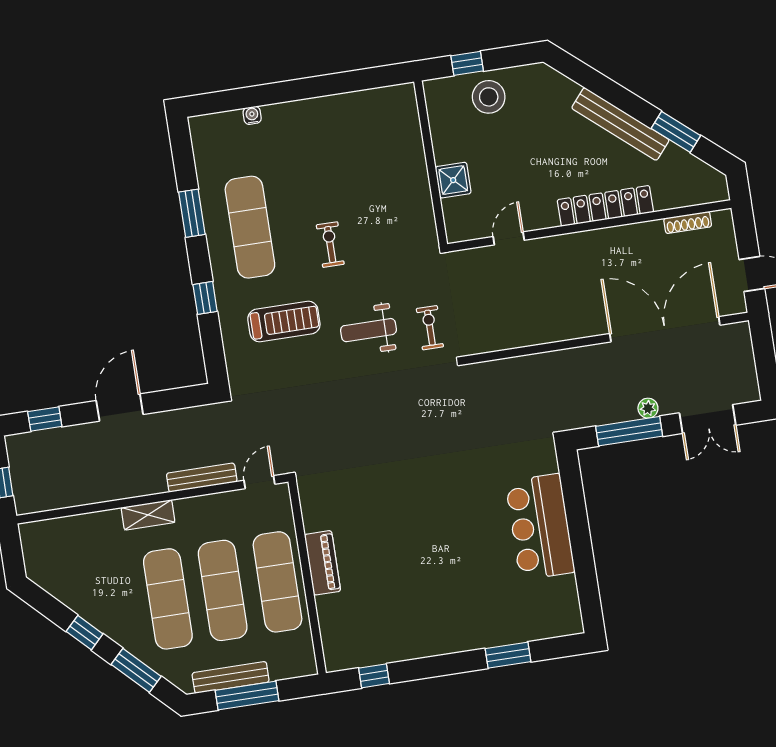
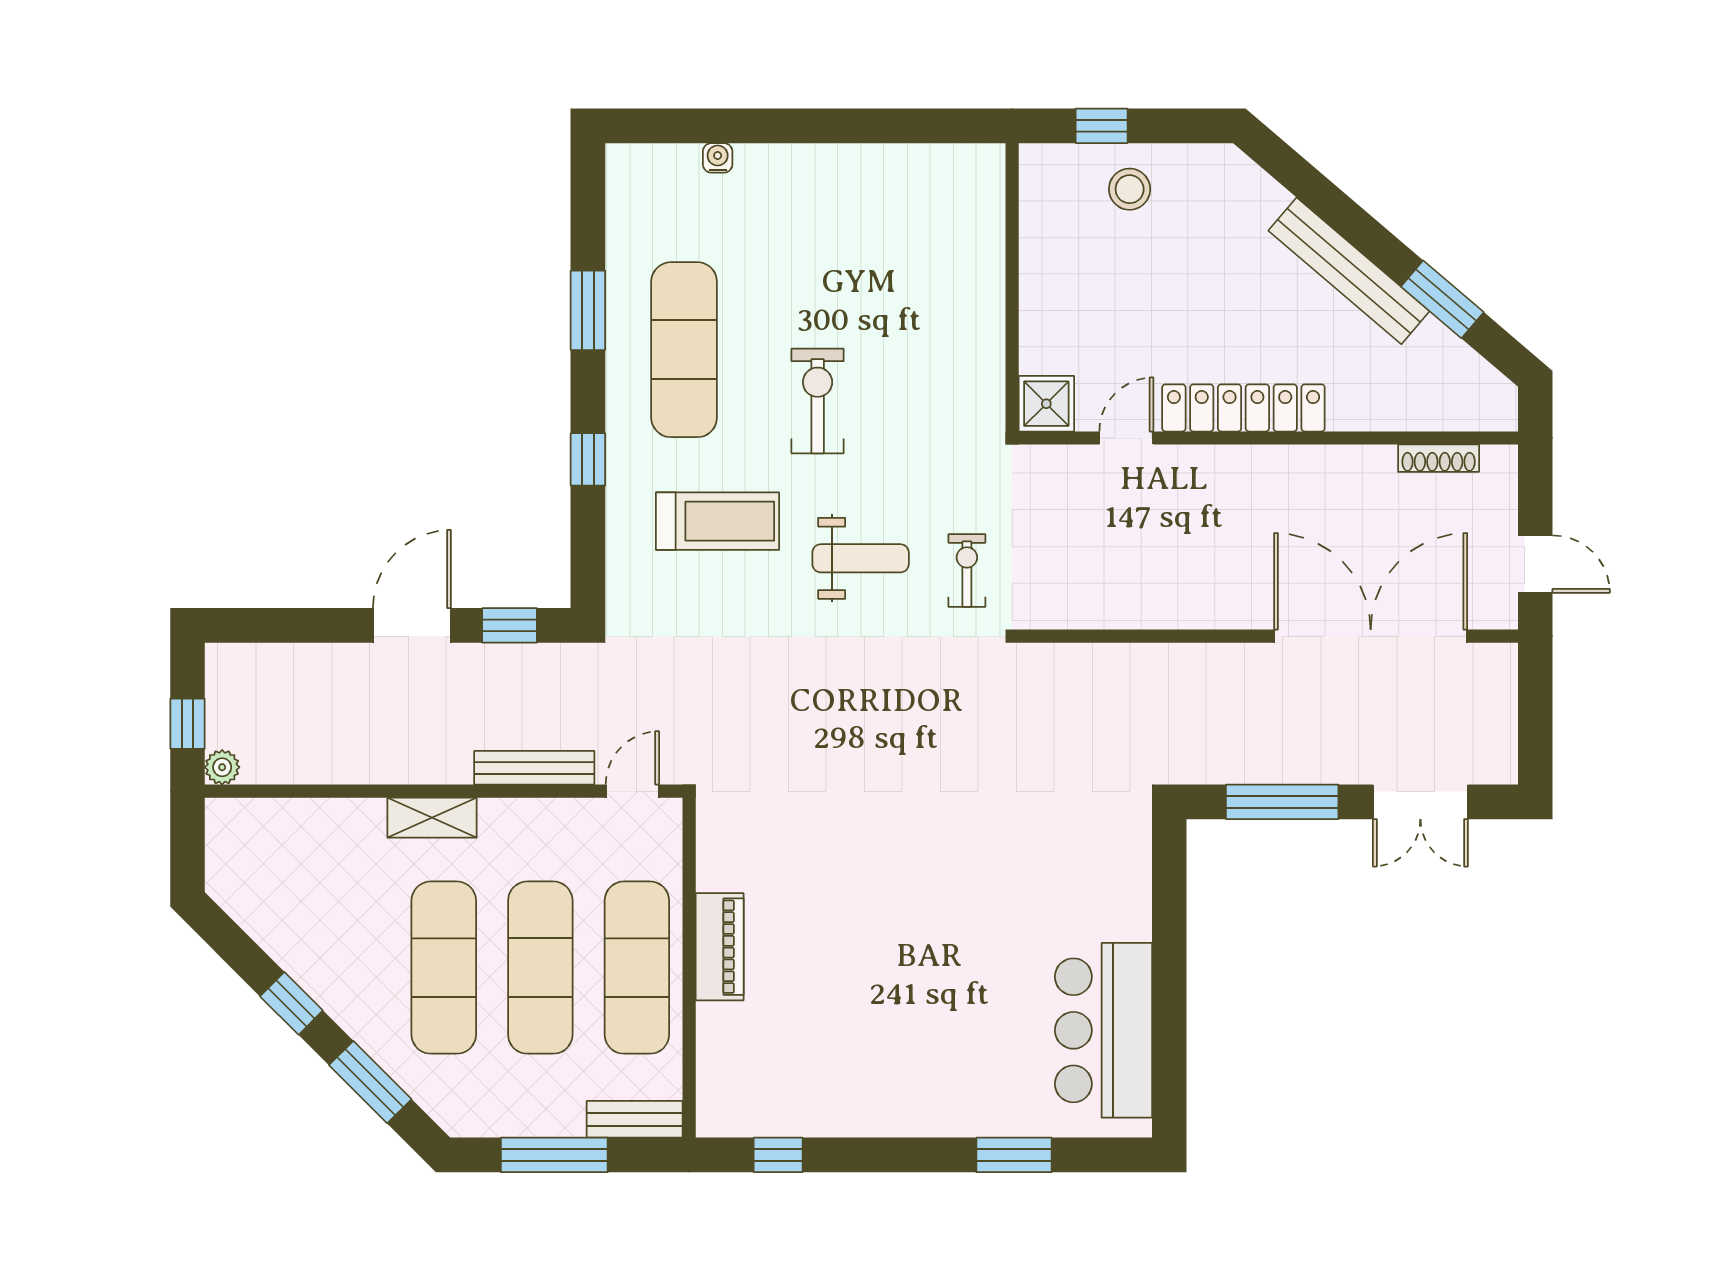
stool: (489, 97) -> (1130, 189), width x0.73, depth x0.73
shower: (453, 180) -> (1046, 404), moved
locker: (605, 206) -> (1243, 408), moved
exercise bike: (330, 245) -> (818, 401), width x1.38, depth x1.39
weight bench: (368, 330) -> (861, 558), turned 180
plant: (648, 408) -> (222, 767), moved
window: (45, 419) -> (510, 625), moved
bar counter: (540, 527) -> (1103, 1030), moved
bench: (231, 677) -> (635, 1119), moved, width x0.73

